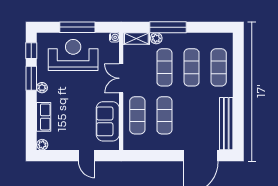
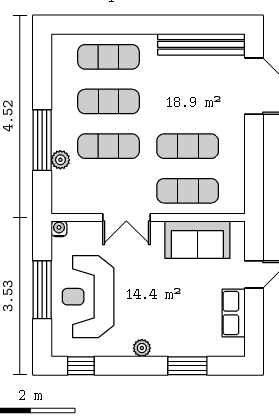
shelving: (136, 38) -> (61, 193), removed
window: (31, 78) -> (187, 366), moved
row of seats: (44, 117) -> (234, 313), moved, turned -90
plant: (42, 145) -> (236, 348), removed

